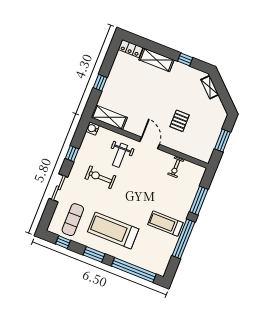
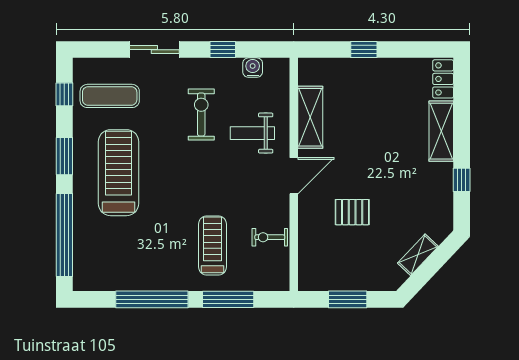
shelving: (210, 87) -> (418, 255), moved
shelving: (109, 117) -> (310, 117), moved
water cooler: (92, 128) -> (253, 68), moved
treadmill: (165, 224) -> (212, 246), moved

